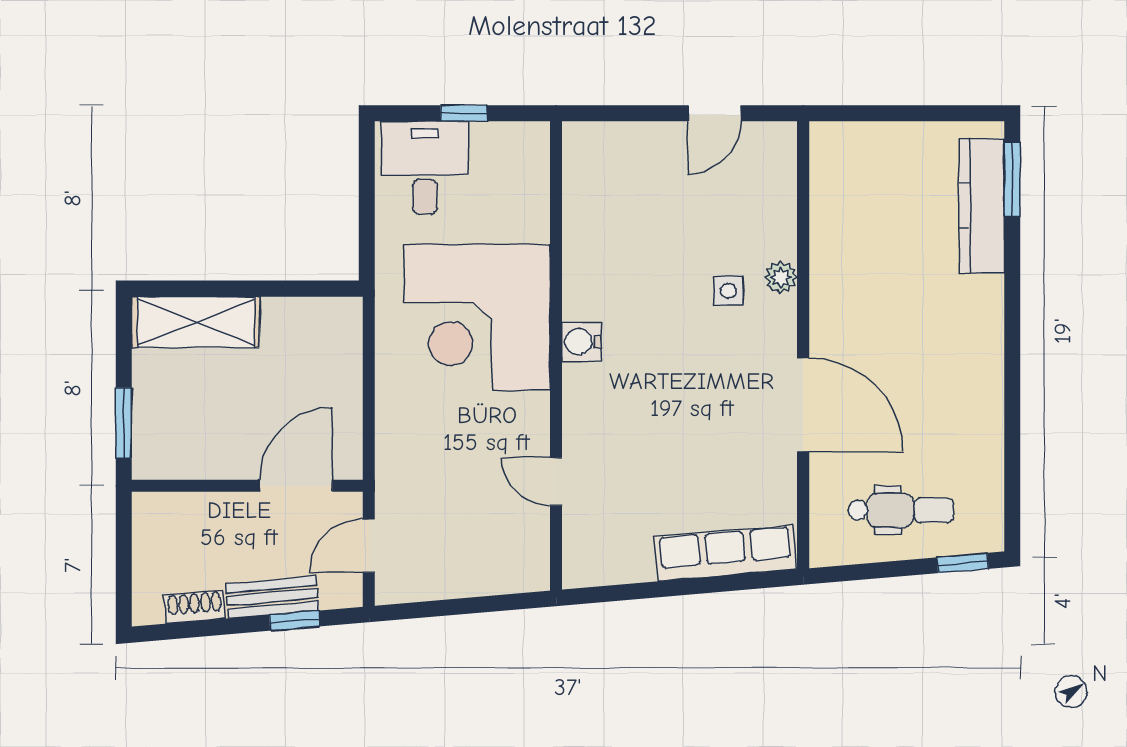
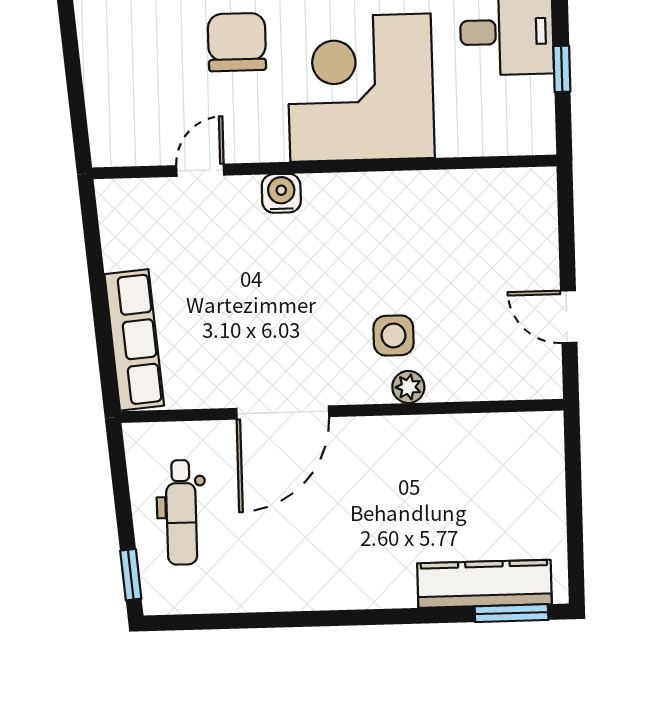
side table: (728, 291) -> (393, 335), width x1.37, depth x1.37
water cooler: (582, 342) -> (281, 193), moved
chair: (428, 441) -> (237, 42), added

